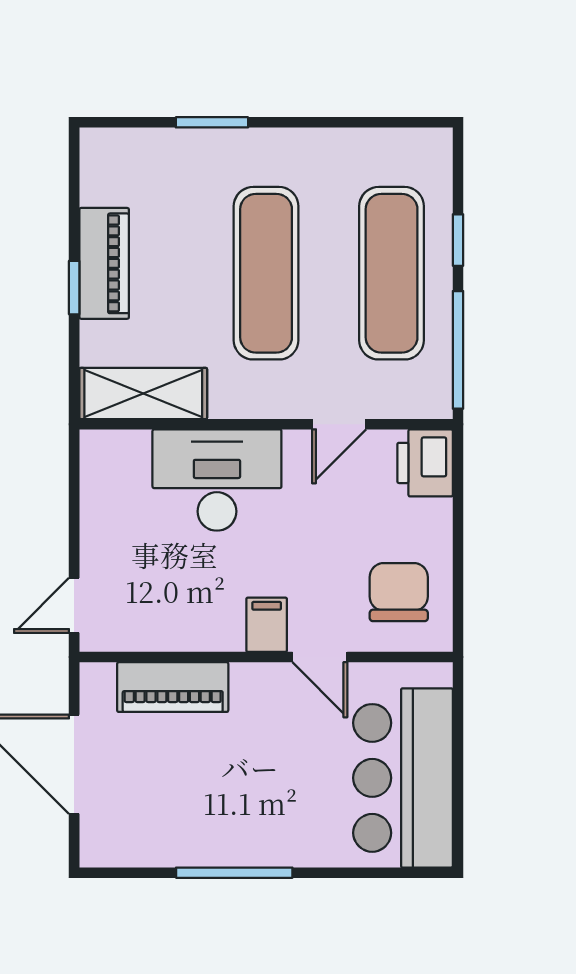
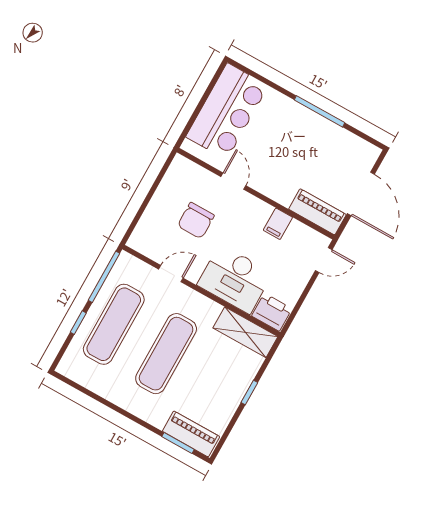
window: (212, 122) -> (178, 443), moved
piano: (104, 263) -> (191, 434), moved, turned 90
printer: (425, 463) -> (272, 312), moved, turned -90
chair: (399, 592) -> (196, 221), moved
filing cabinet: (267, 625) -> (278, 224), moved
piano: (173, 687) -> (317, 212), moved

